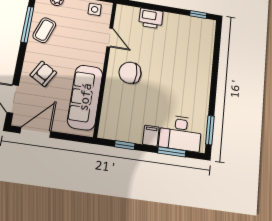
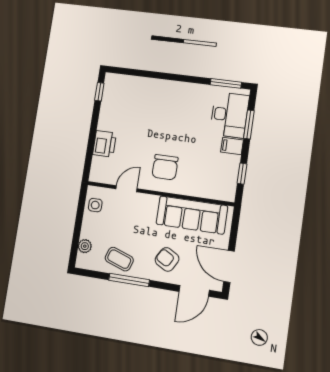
window: (27, 24) -> (129, 280), moved

